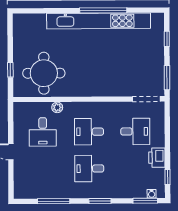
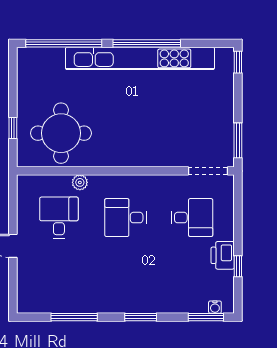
window: (45, 11) -> (64, 43), added
window: (167, 39) -> (238, 62), moved
desk: (43, 132) -> (59, 218), turned 180
desk: (89, 169) -> (125, 271), removed
window: (168, 177) -> (238, 266), moved

